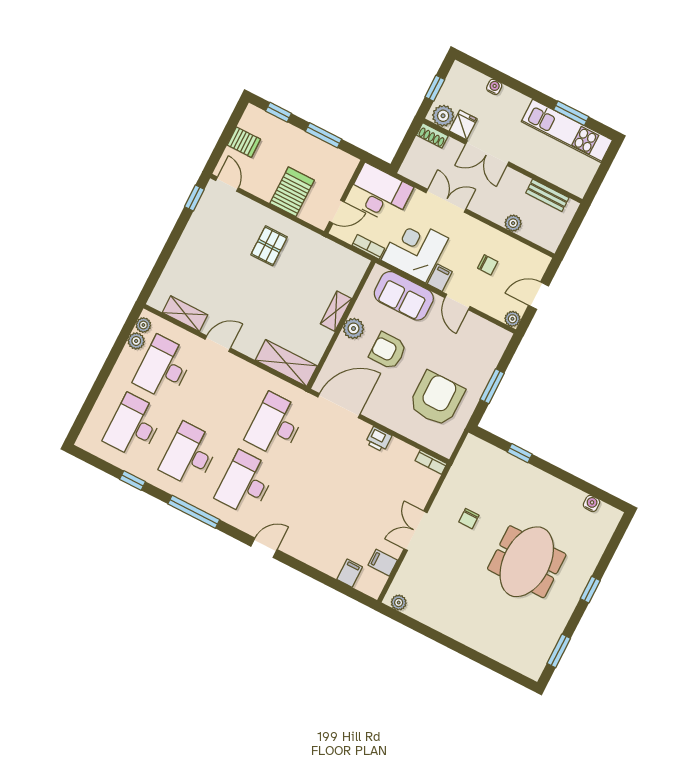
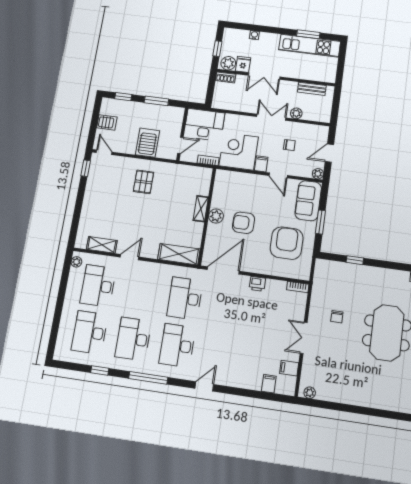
double door: (446, 201) -> (271, 117), moved
sofa: (404, 296) -> (308, 201), moved, turned 90
plant: (136, 341) -> (75, 274), removed

